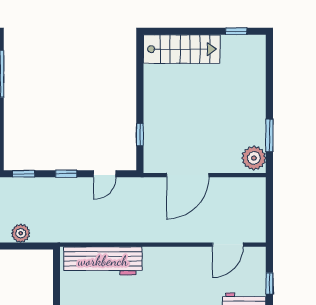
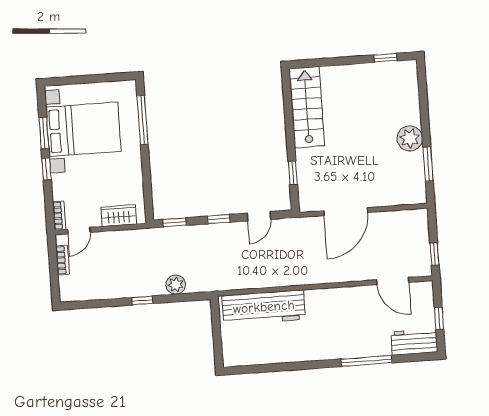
stairs: (182, 49) -> (307, 107), moved, turned -90
plant: (254, 158) -> (410, 138), moved
window: (269, 222) -> (434, 254), added
door: (228, 245) -> (393, 281), hinge flipped

